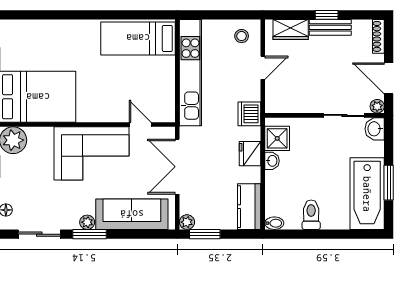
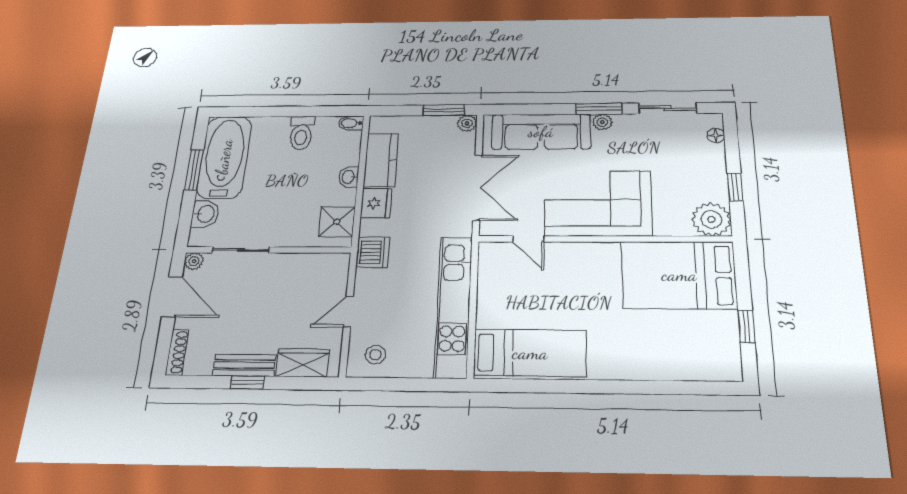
washbasin: (375, 129) -> (205, 214), moved
washbasin: (272, 161) -> (349, 177), moved
kitchen counter: (249, 207) -> (381, 160), moved

